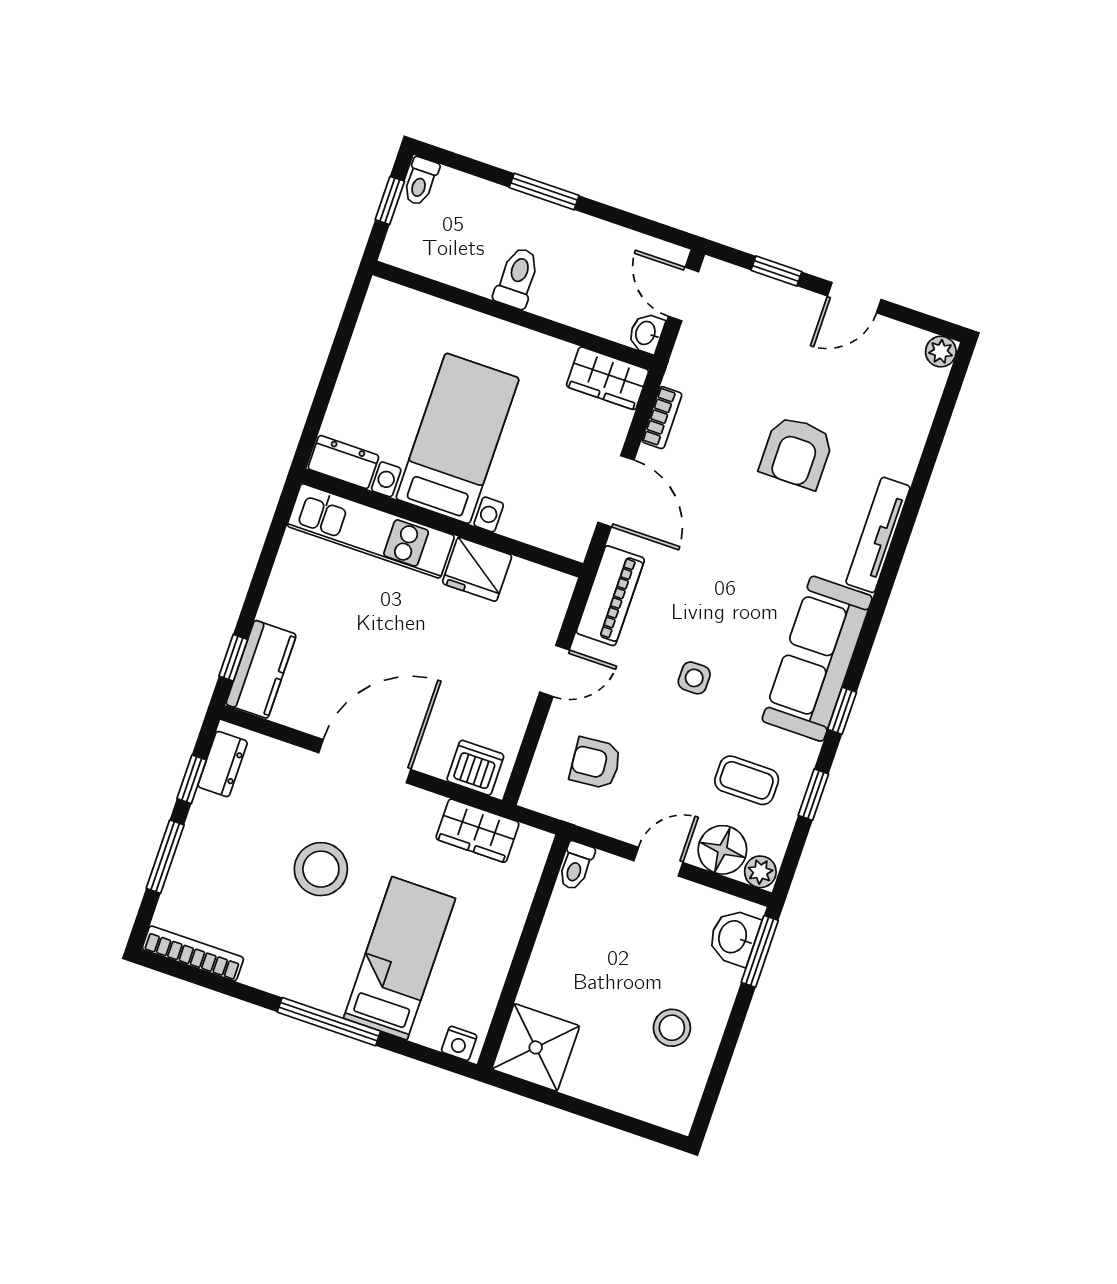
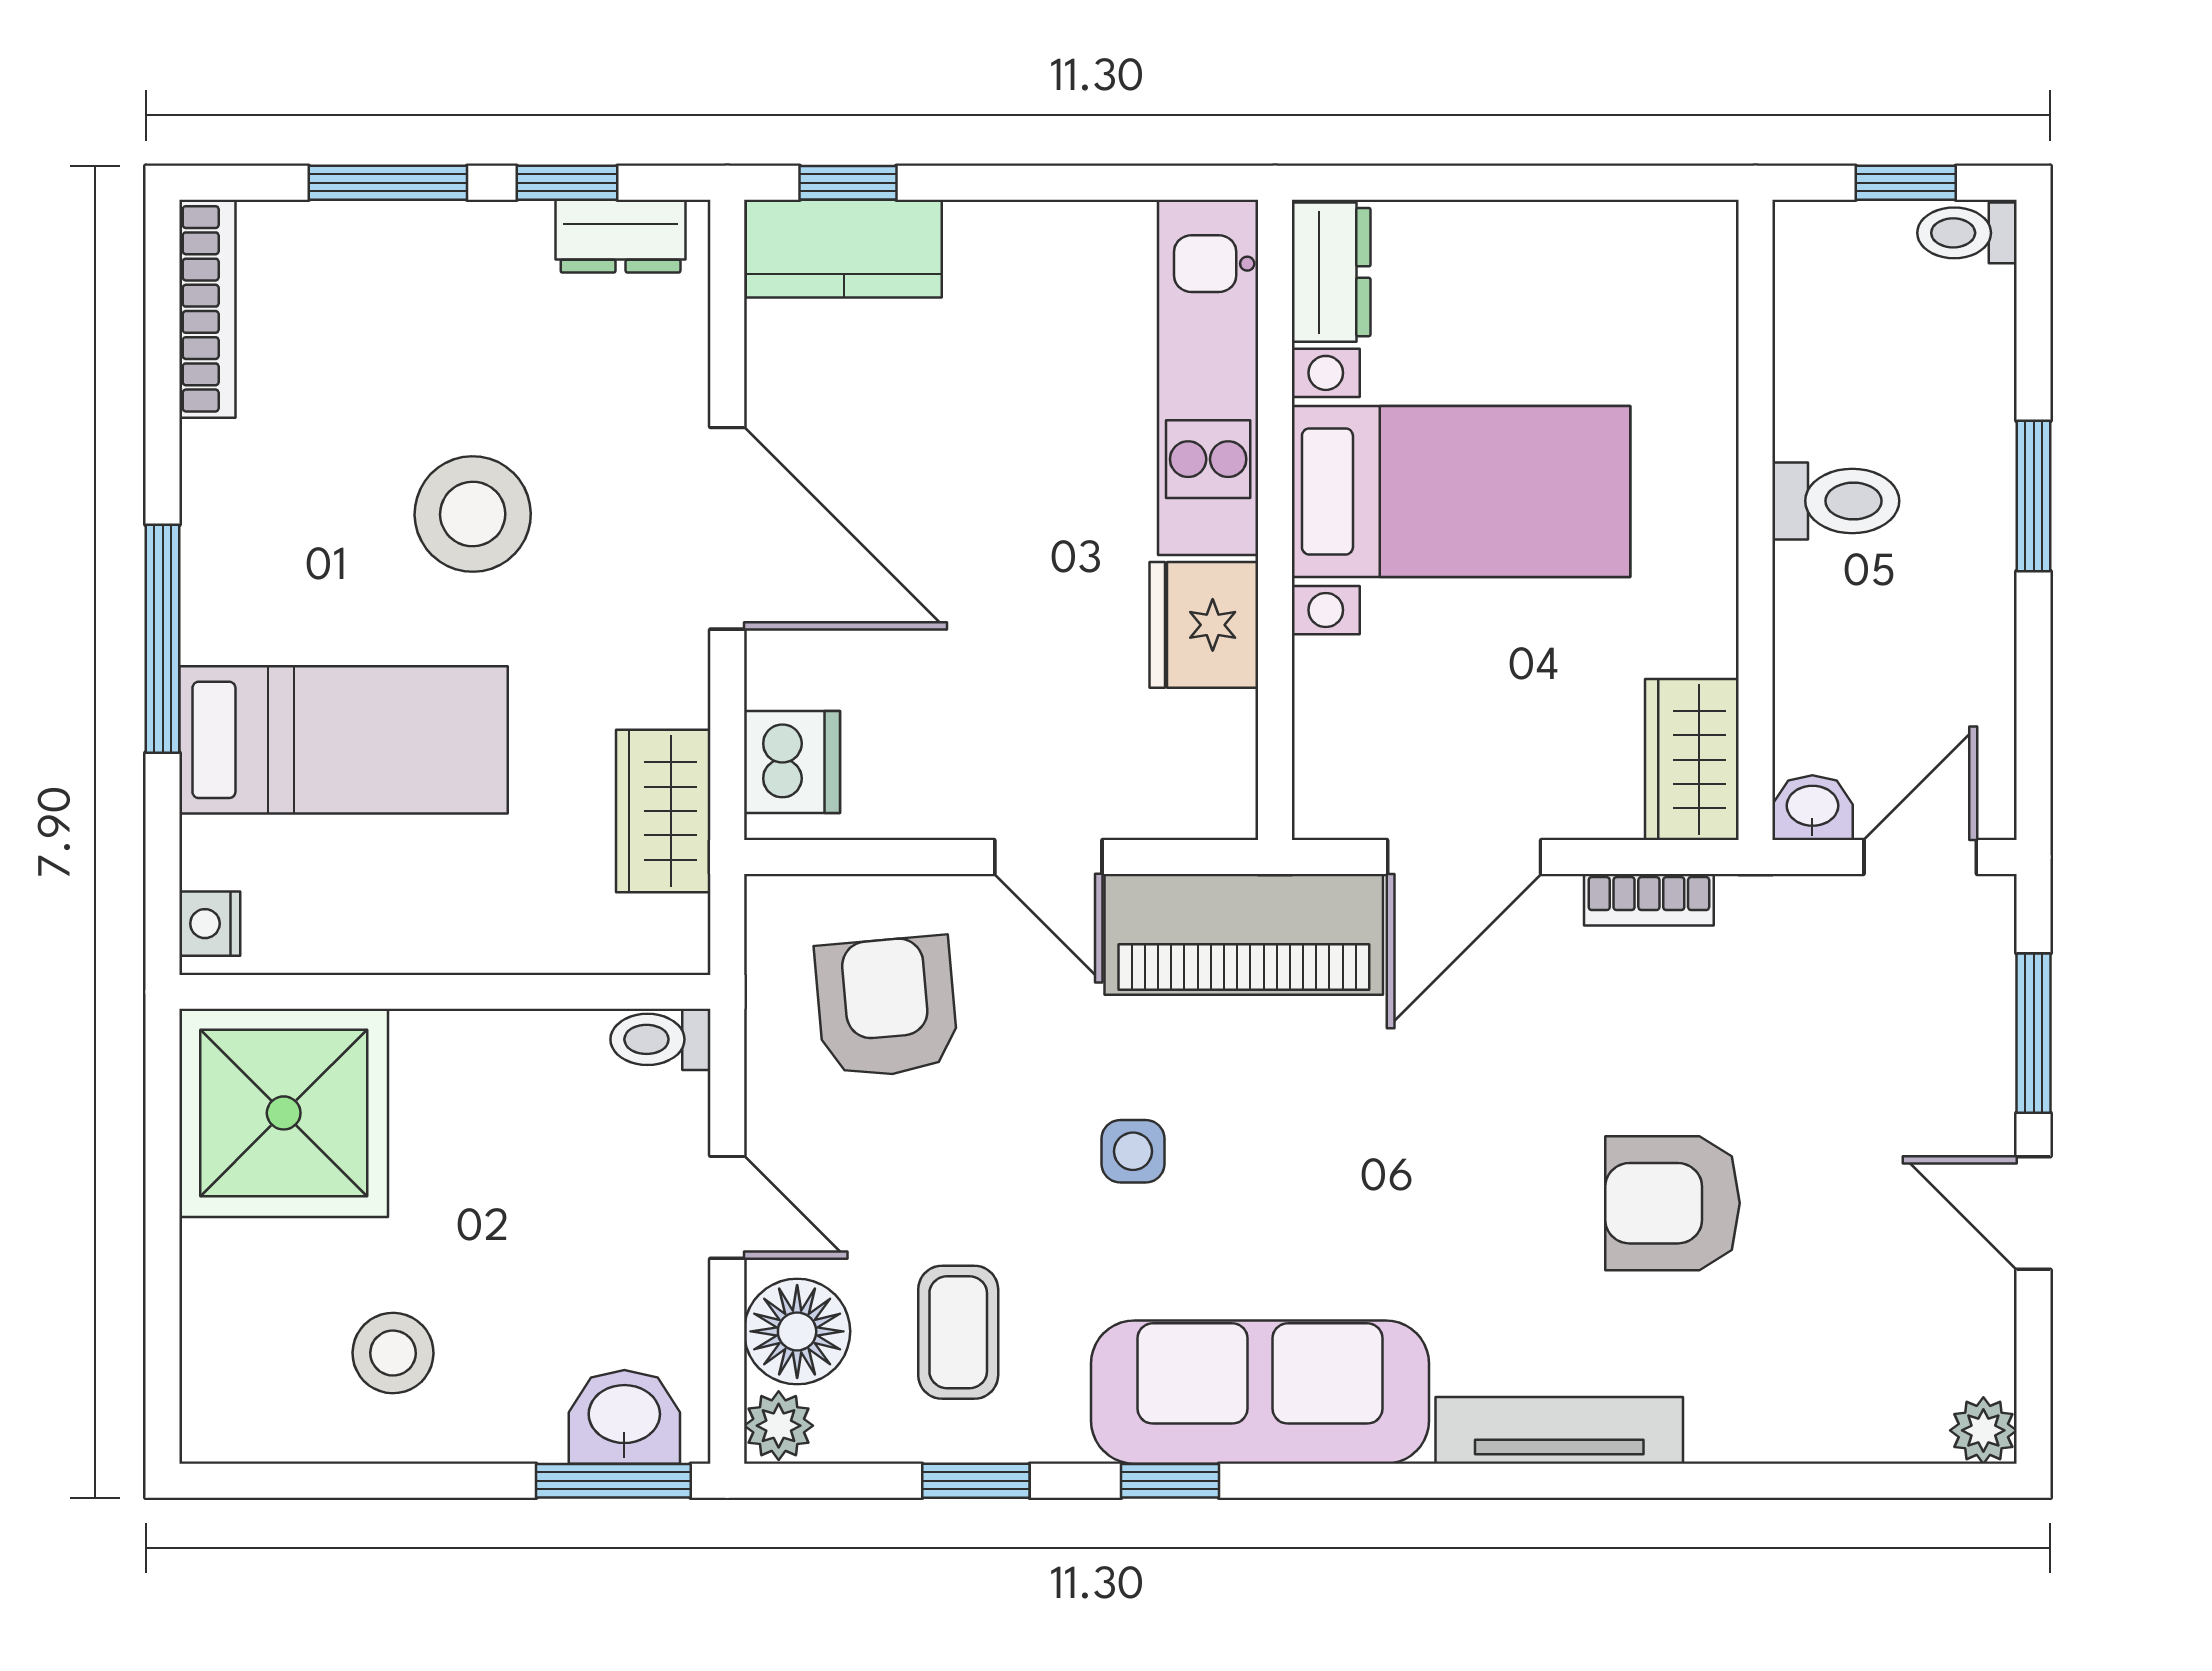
window: (776, 271) -> (2034, 1033), width x1.50
piano: (610, 596) -> (1244, 934), width x1.37, depth x1.33
armchair: (595, 763) -> (886, 1007), width x1.38, depth x1.38
shower: (536, 1047) -> (284, 1113), width x1.37, depth x1.37

